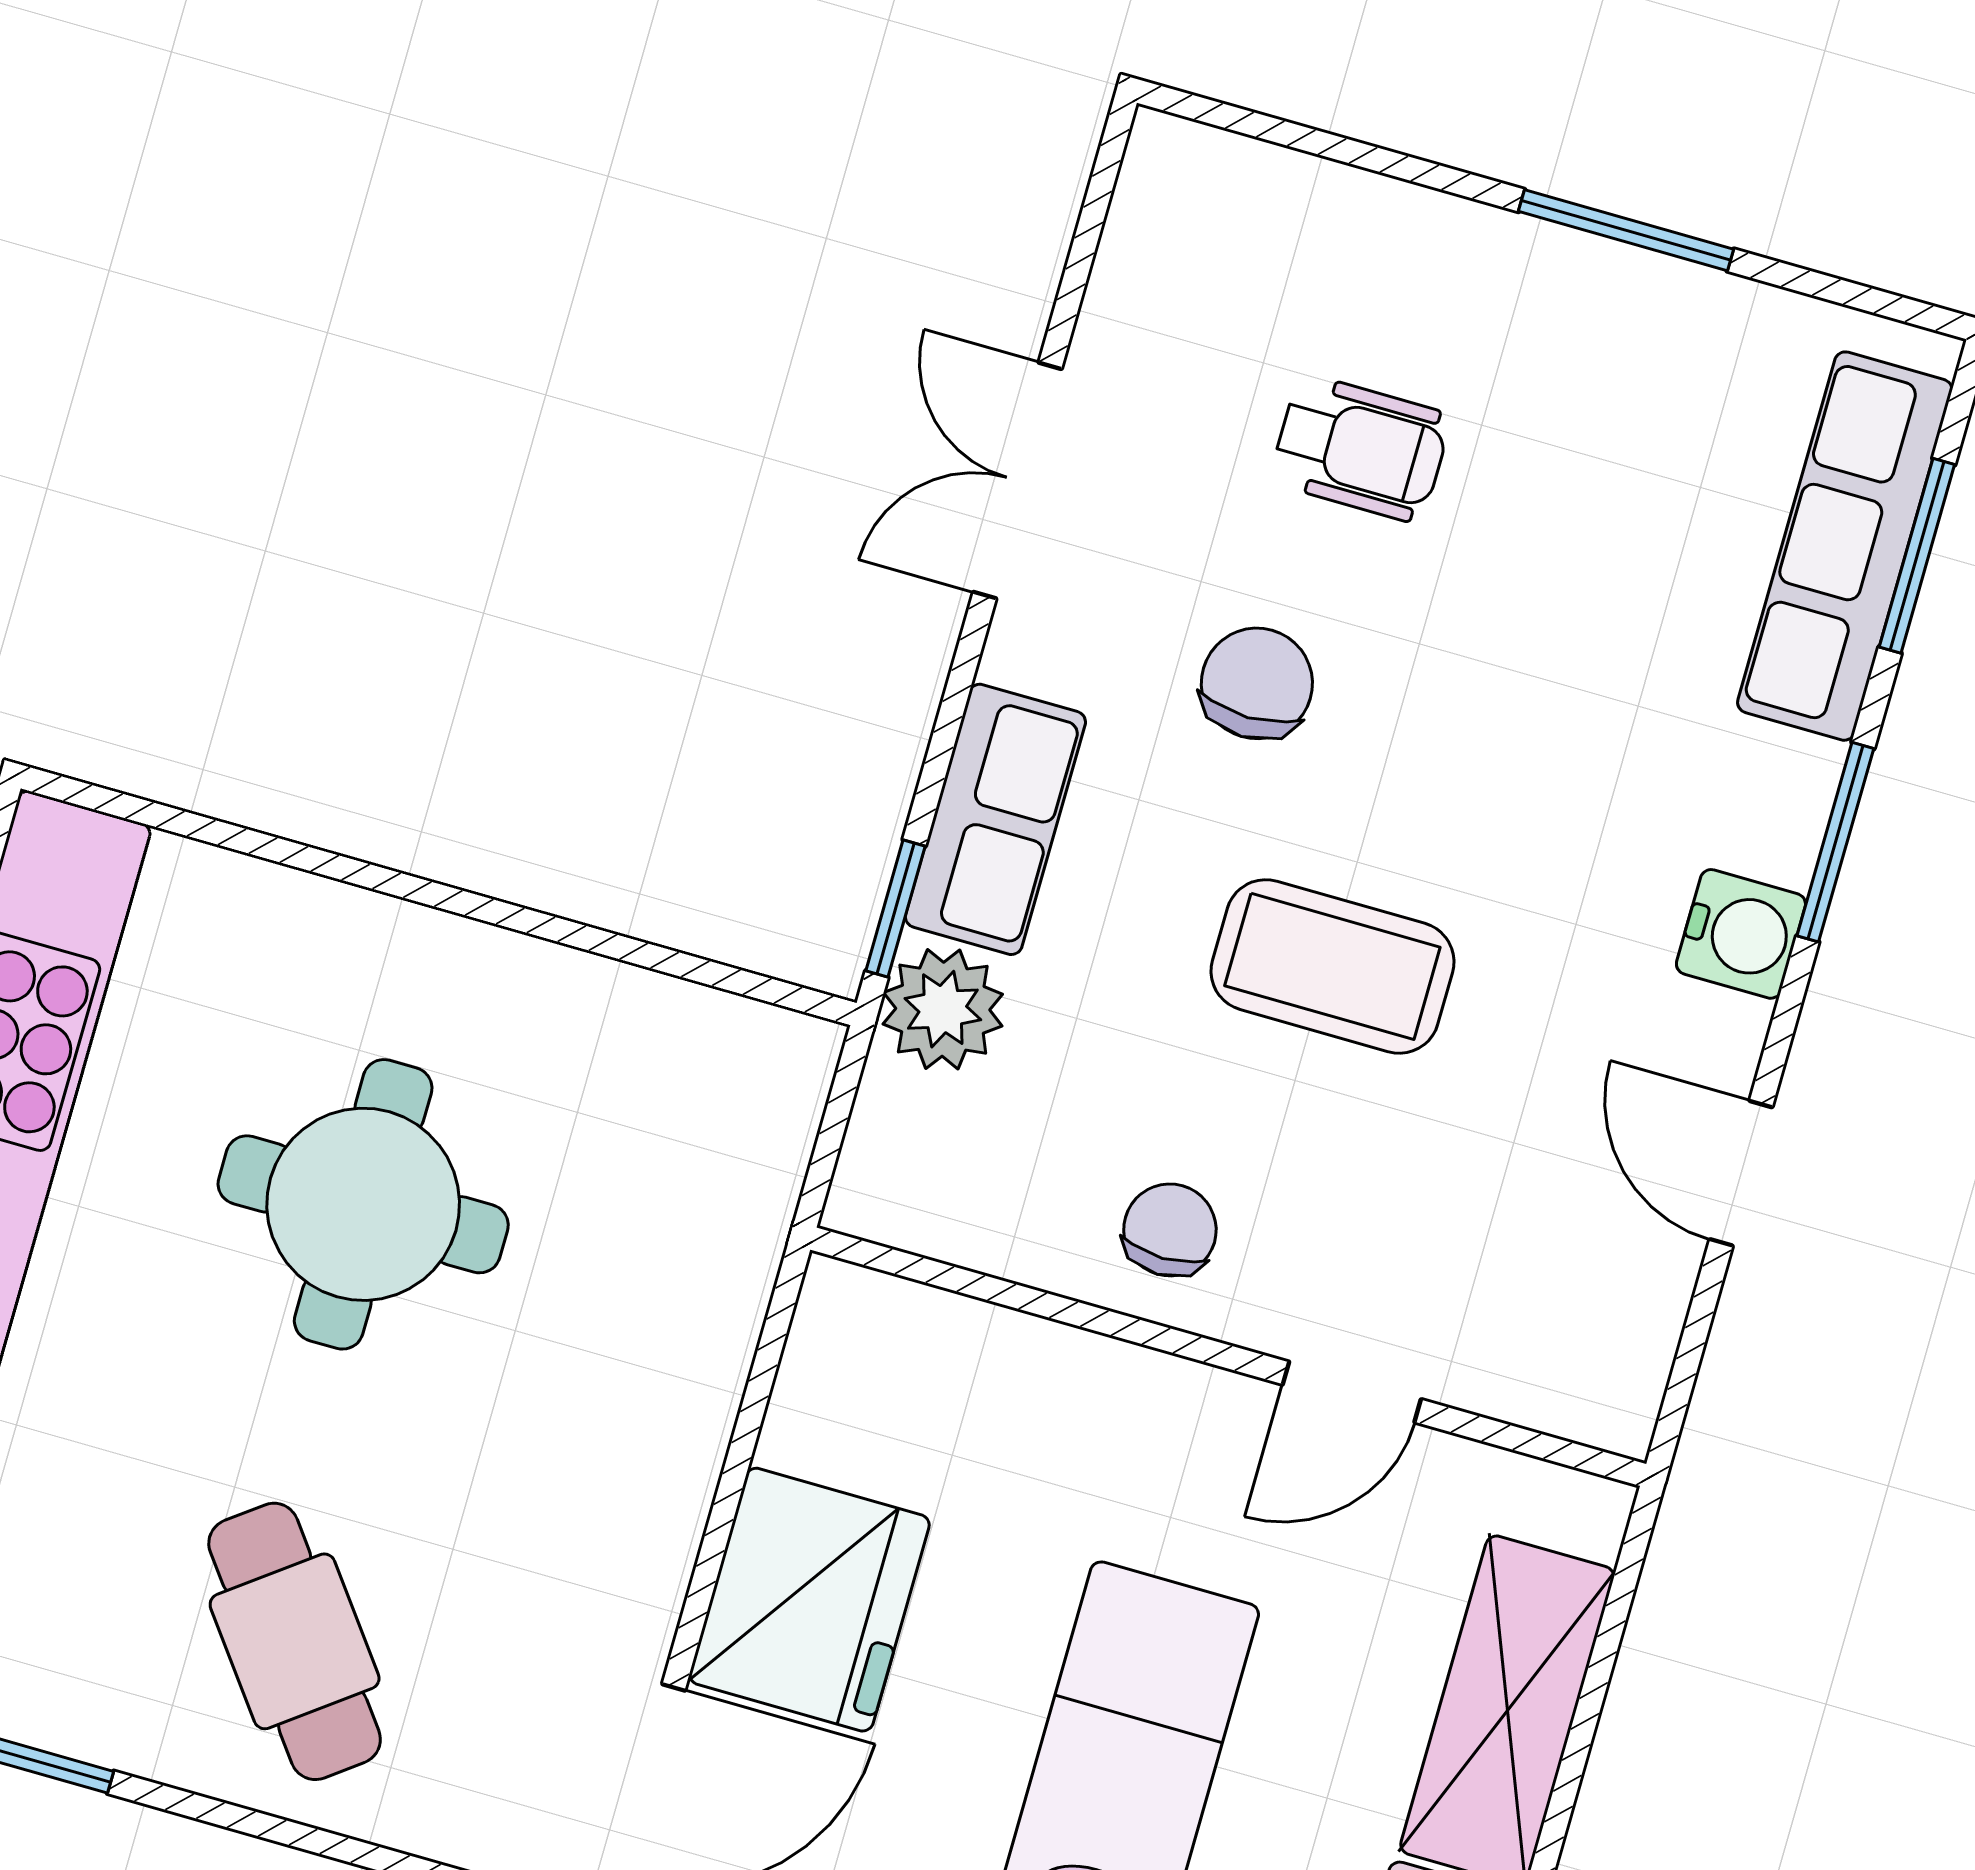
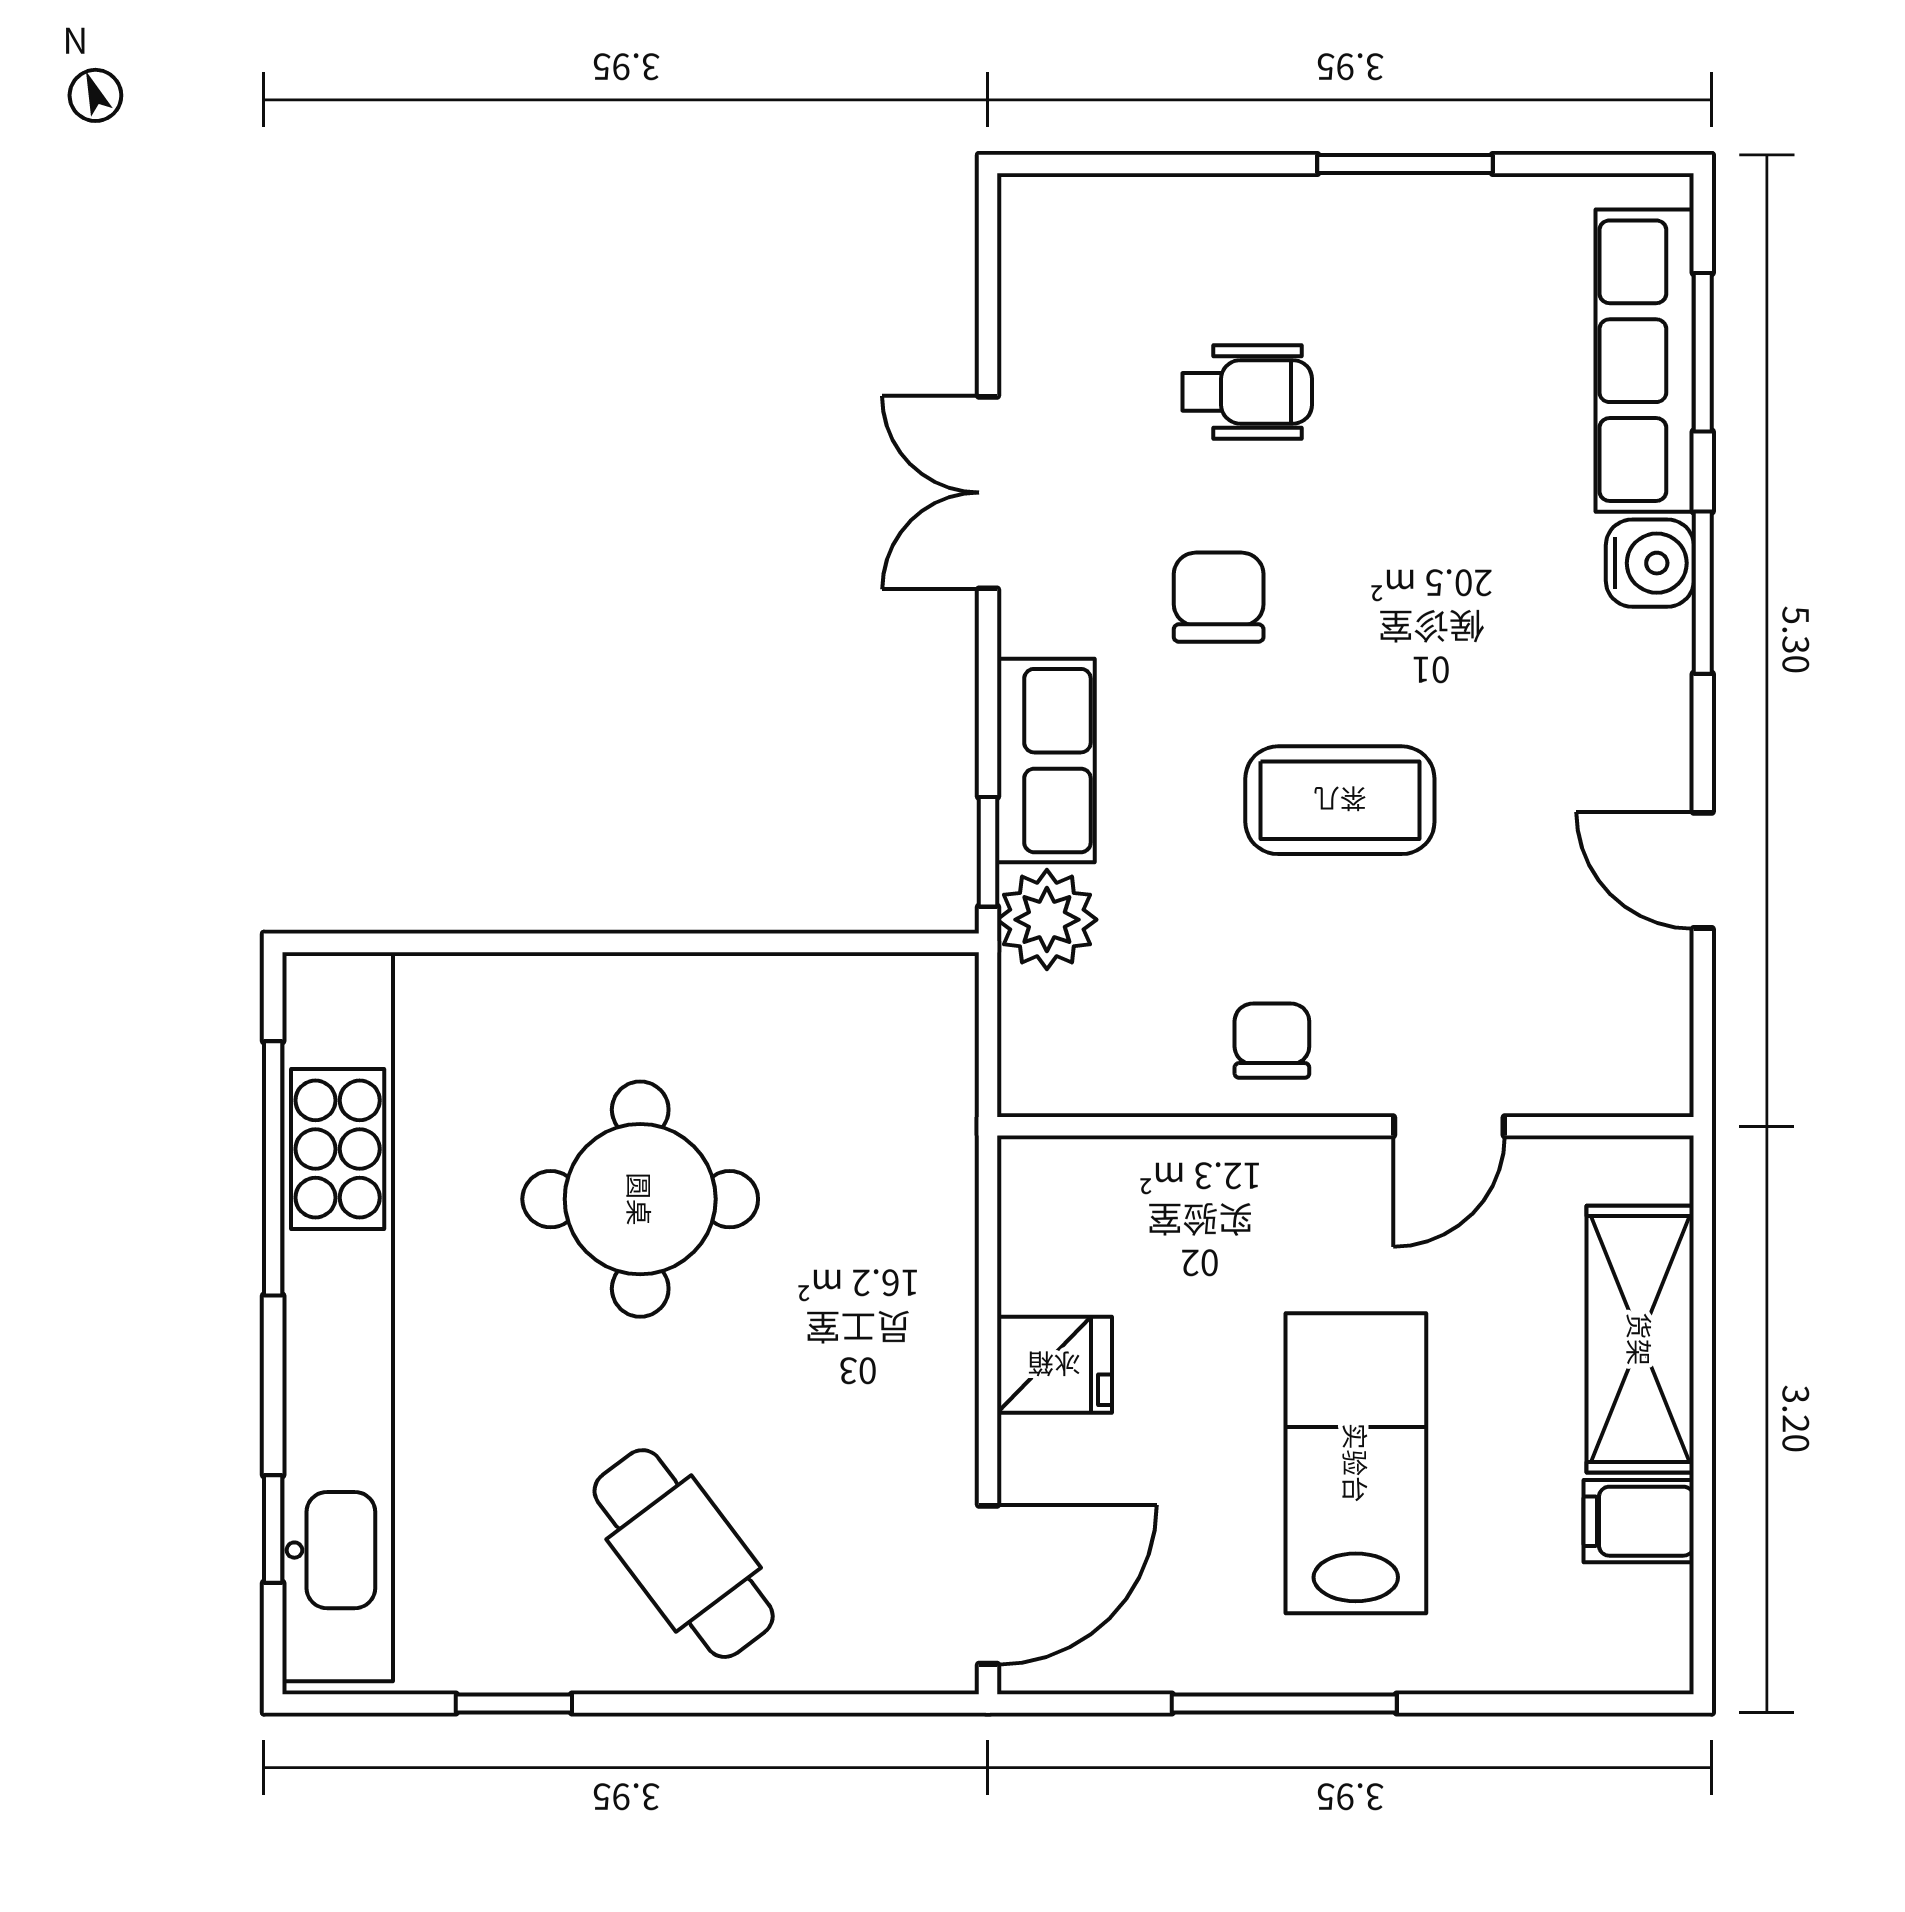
water cooler: (1741, 934) -> (1650, 563), moved
fridge: (809, 1600) -> (1054, 1365), width x0.53, depth x0.75

